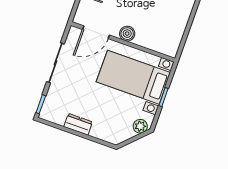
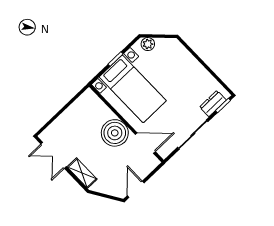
boiler: (127, 34) -> (115, 133), width x1.86, depth x1.86
dresser: (78, 124) -> (213, 103), moved, turned 90

